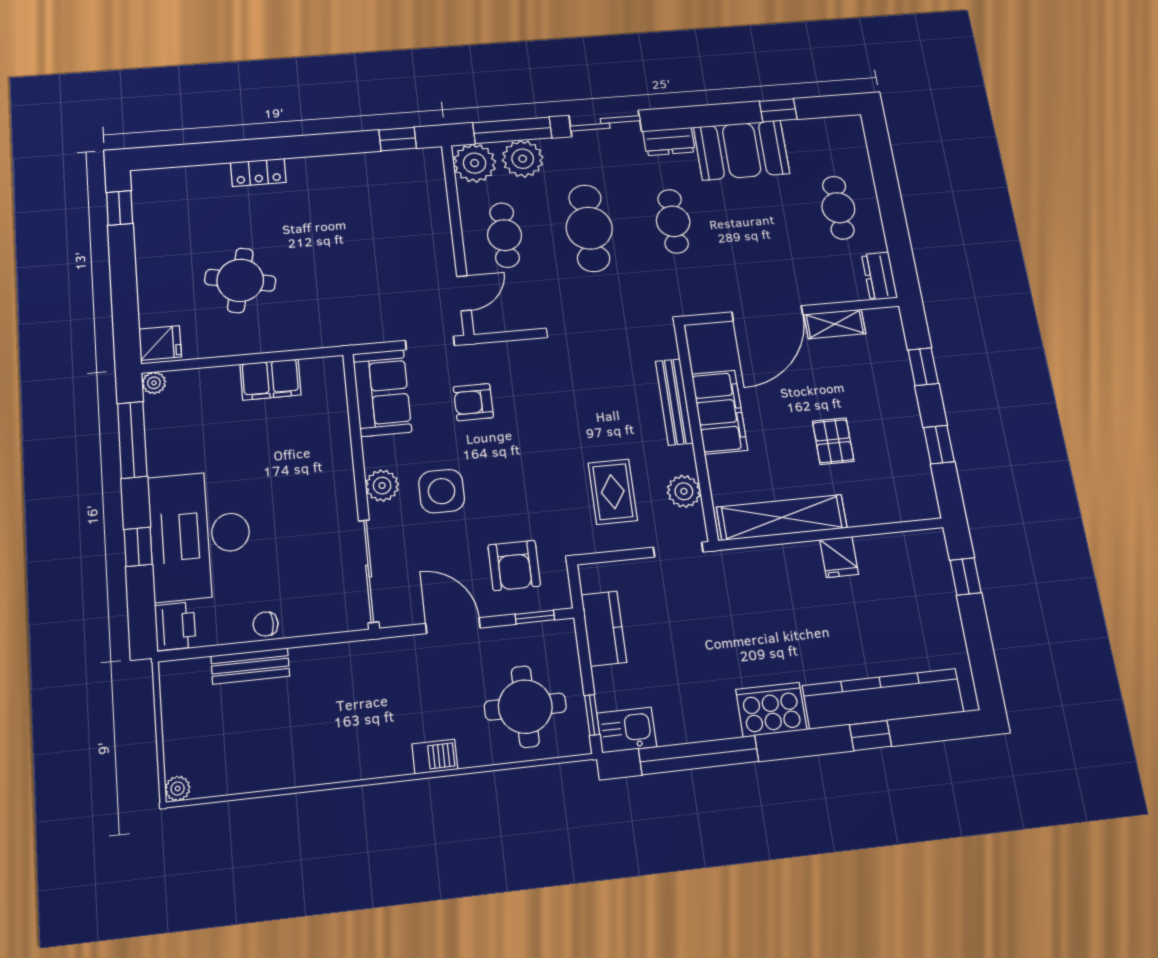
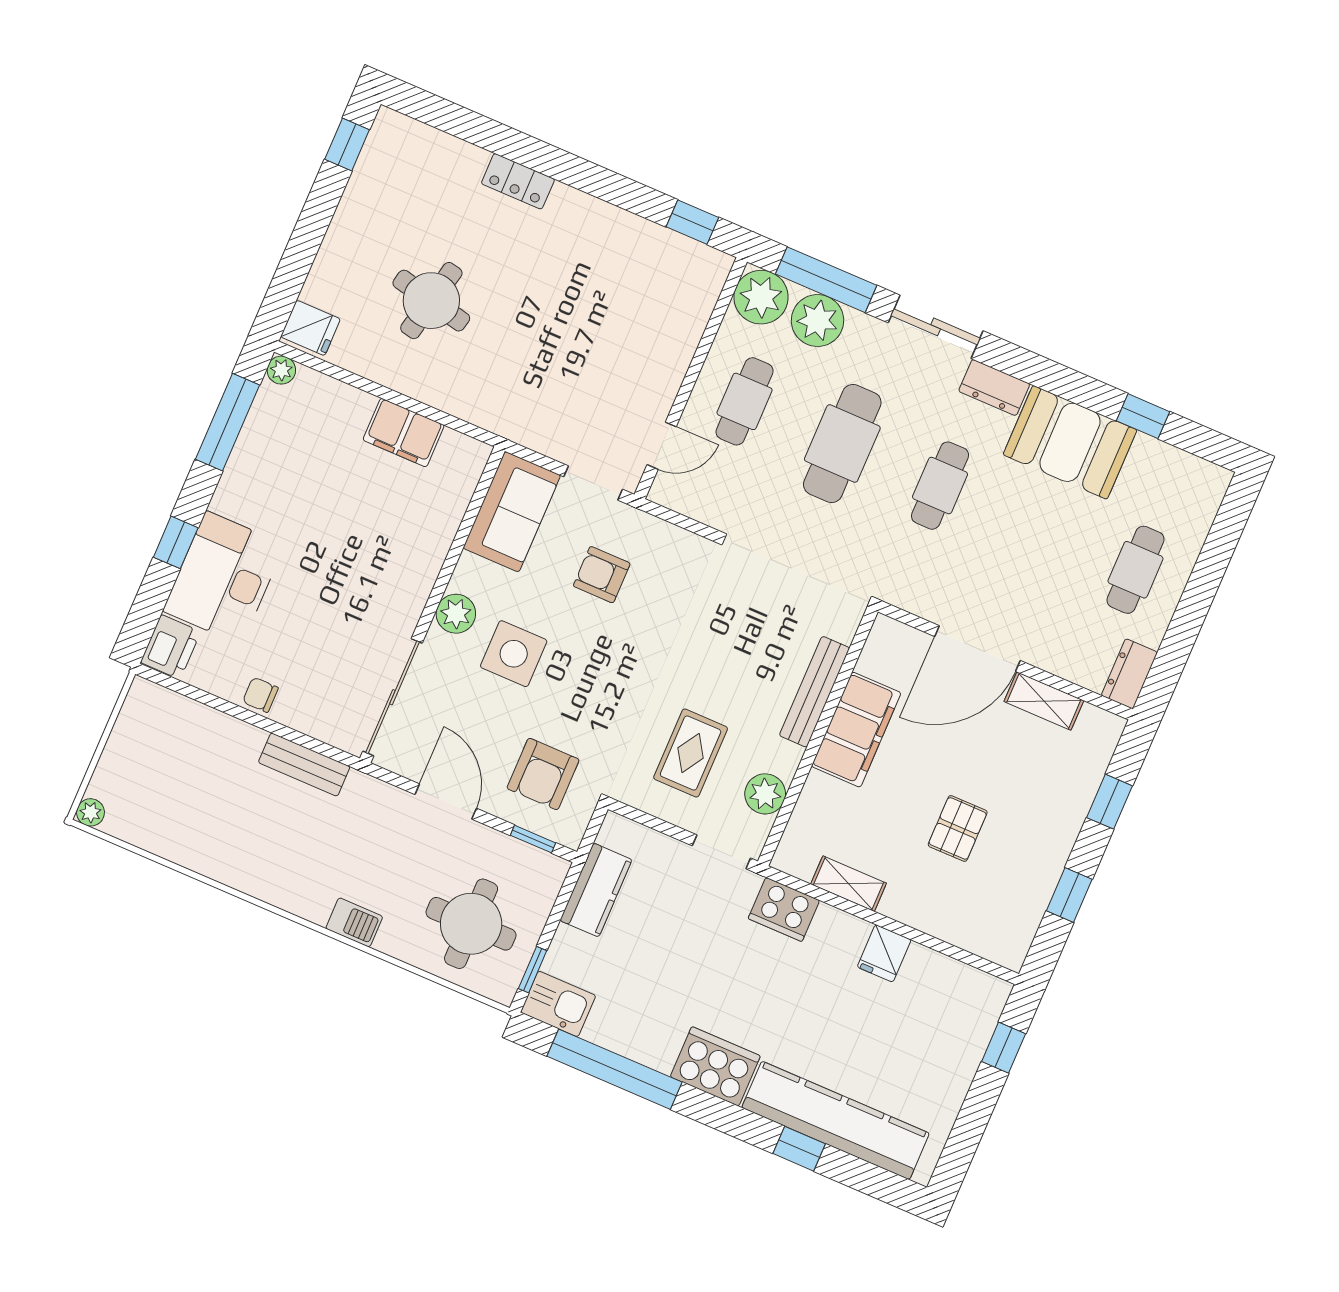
shelving: (782, 517) -> (849, 884), width x0.45, depth x0.75
desk: (200, 535) -> (224, 578), width x0.73, depth x0.77
cooker: (749, 566) -> (784, 909), added
bench: (250, 666) -> (304, 765), moved

